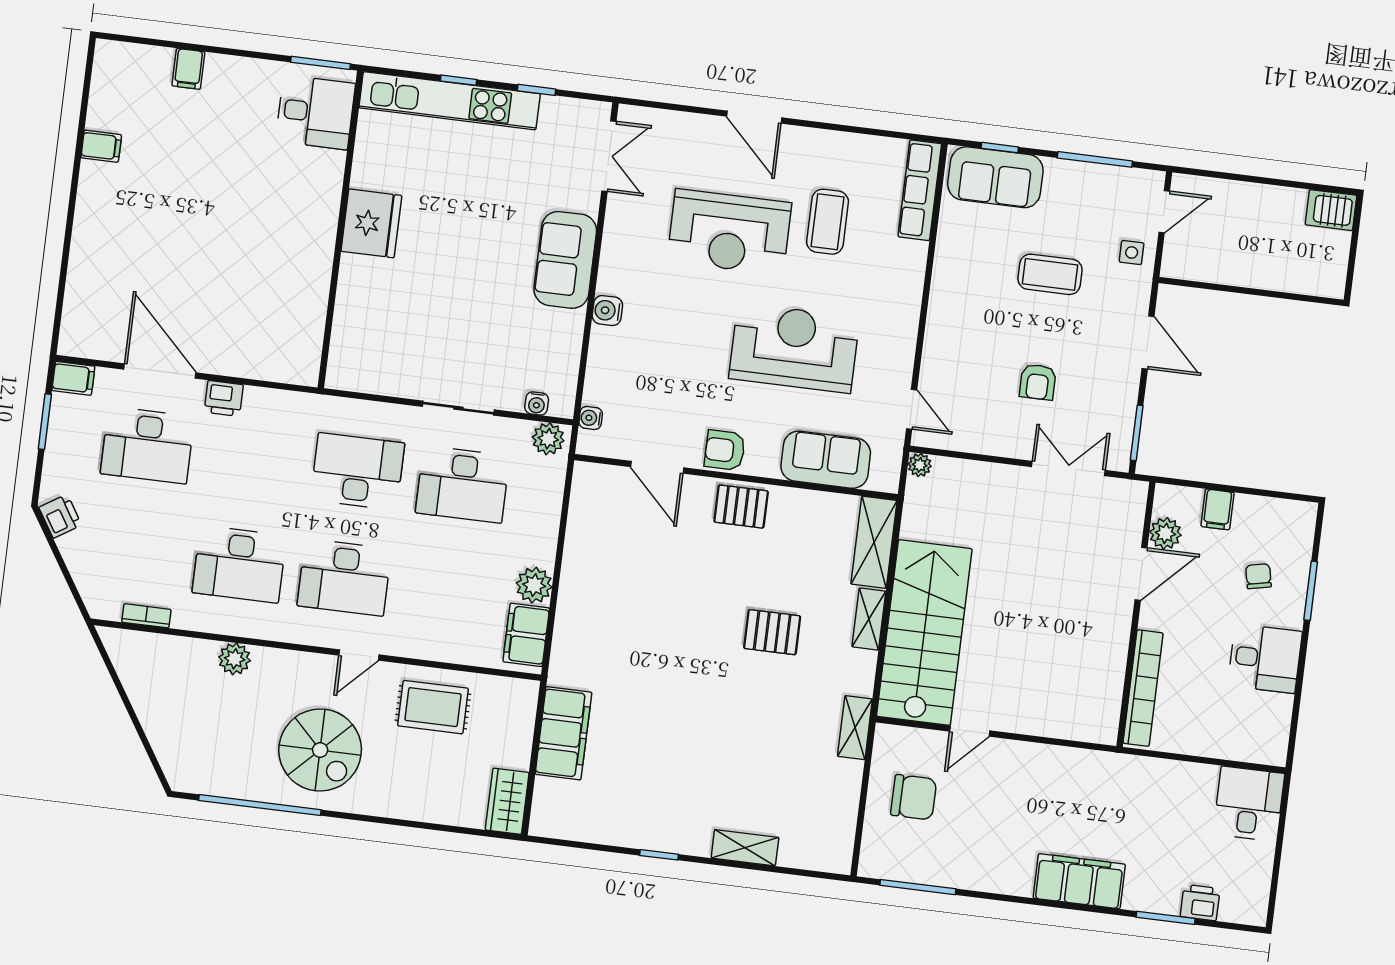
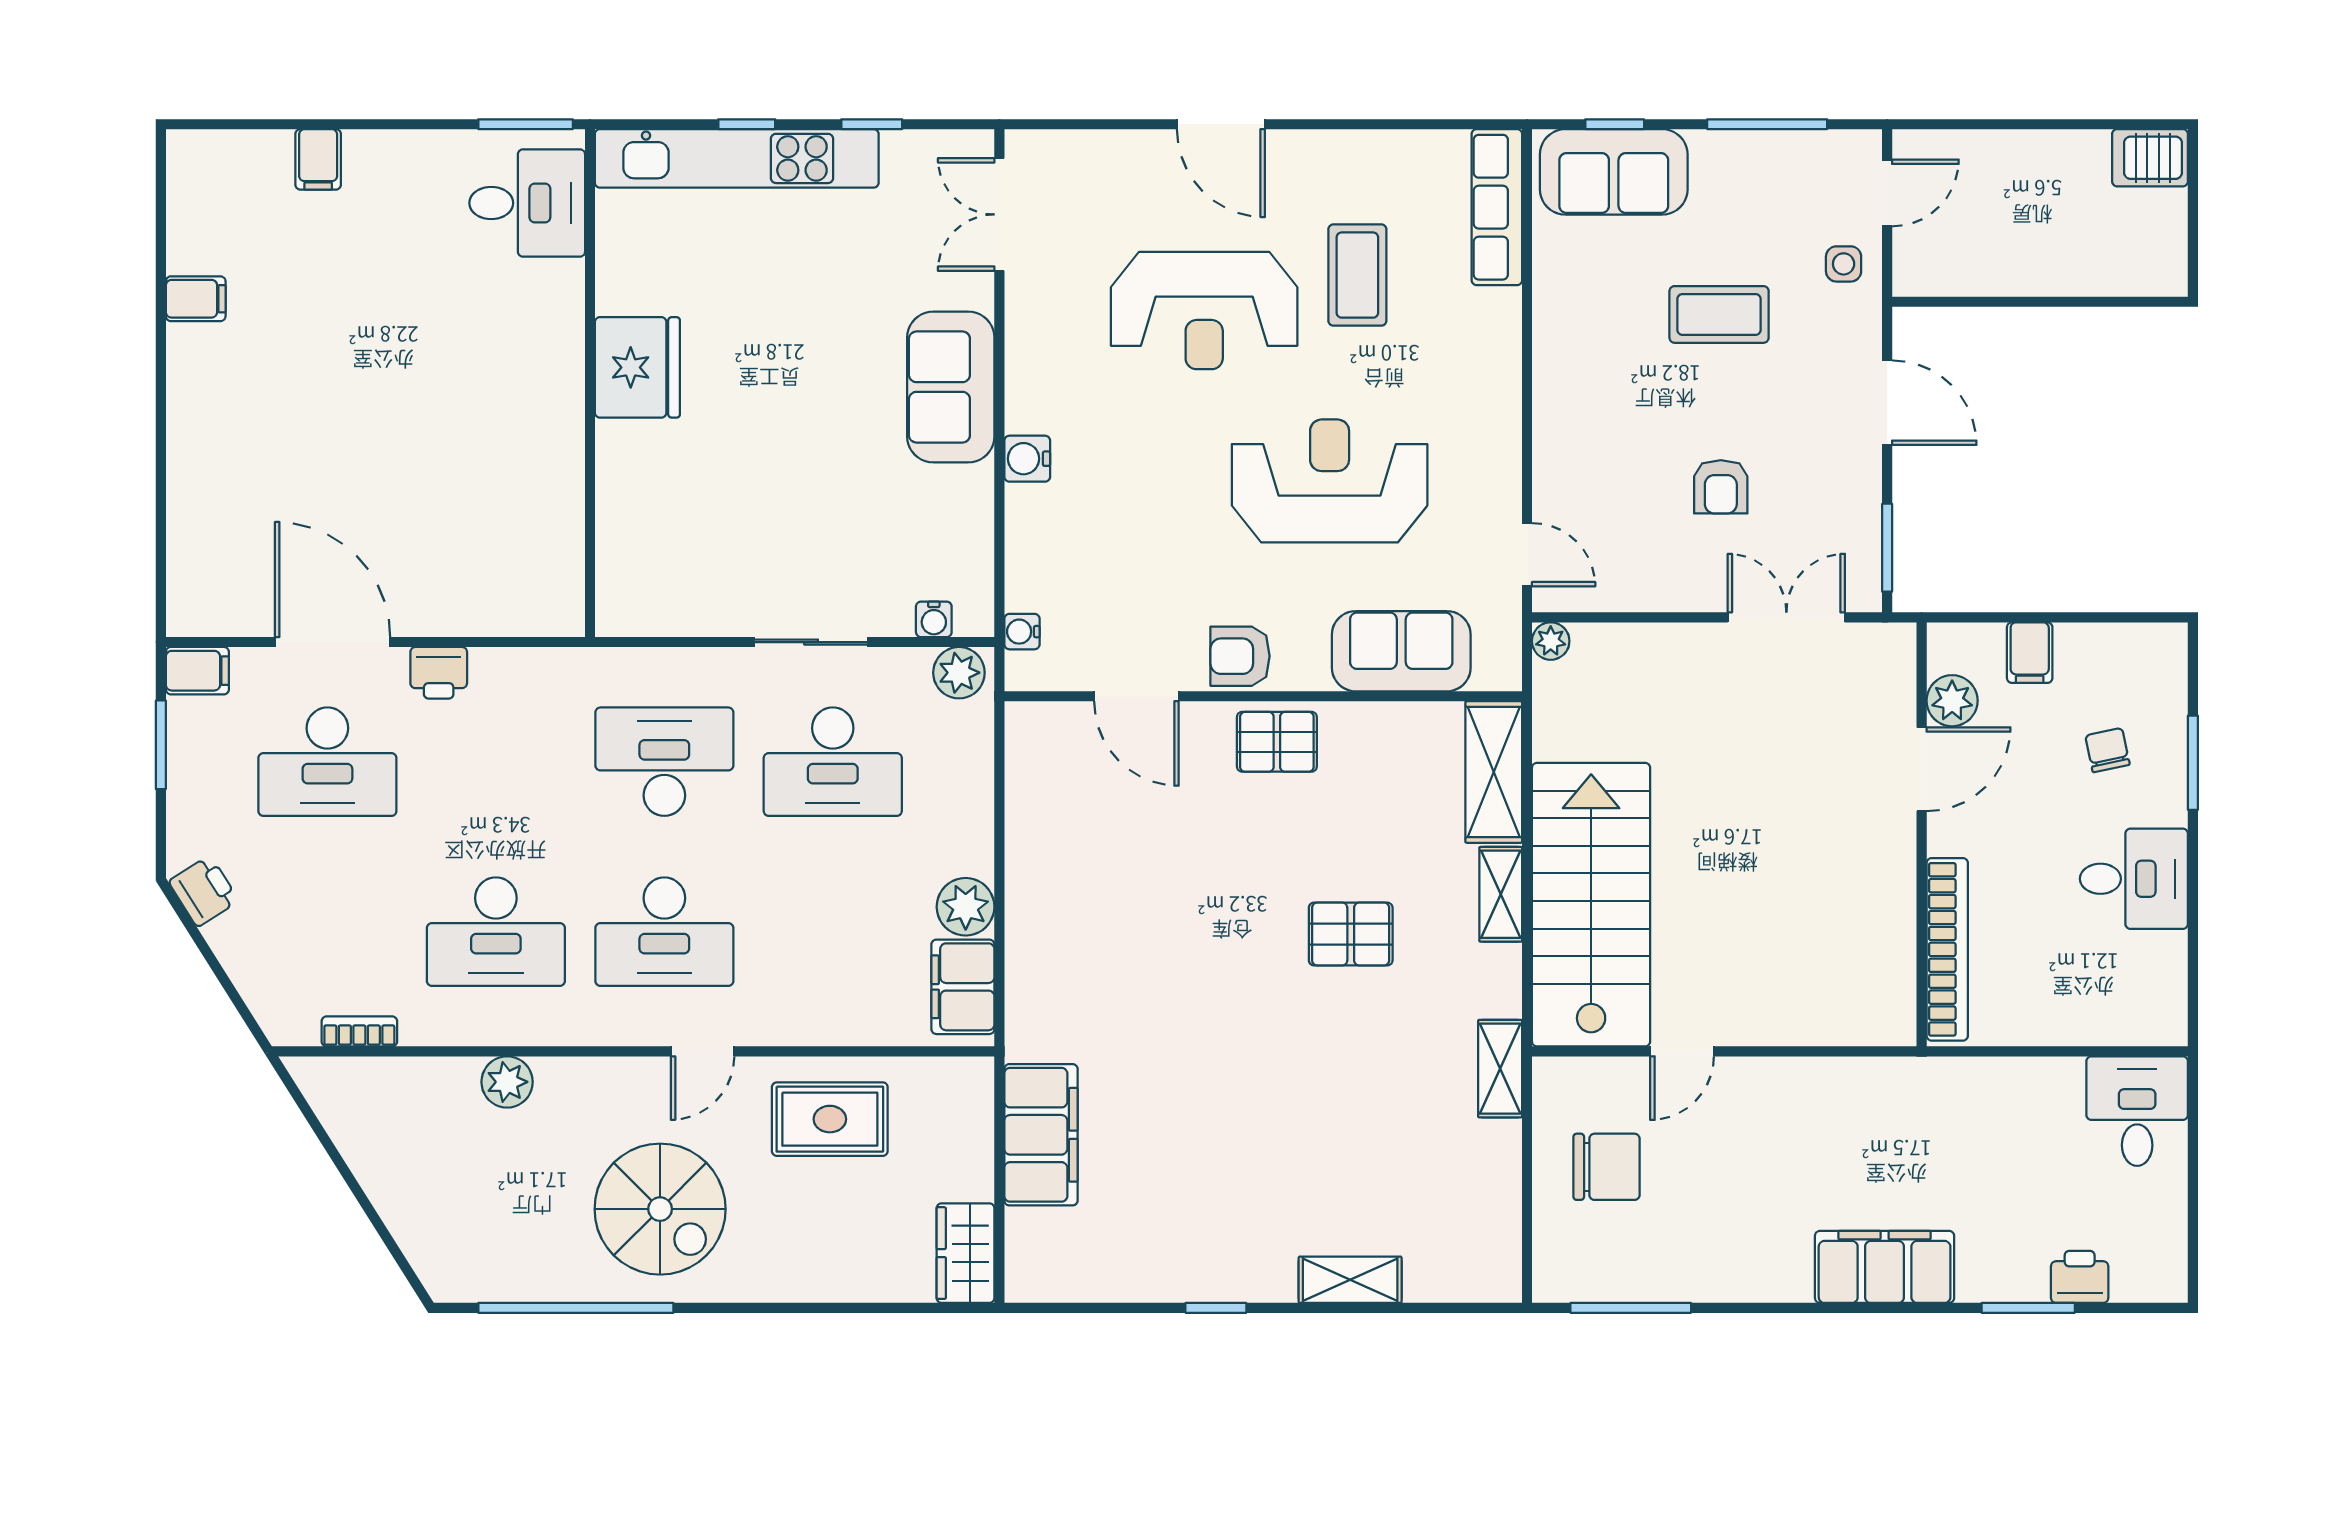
double door: (609, 156) -> (999, 214), swing flipped

